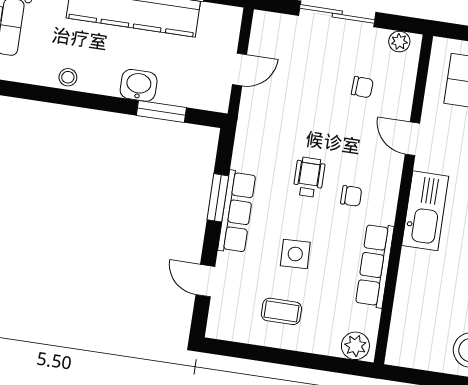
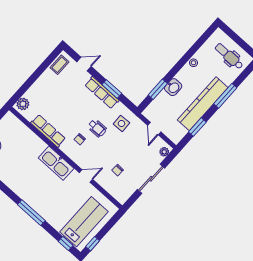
plant: (399, 42) -> (164, 152), moved
side table: (295, 254) -> (121, 123), moved
coffee table: (281, 311) -> (60, 65), moved

